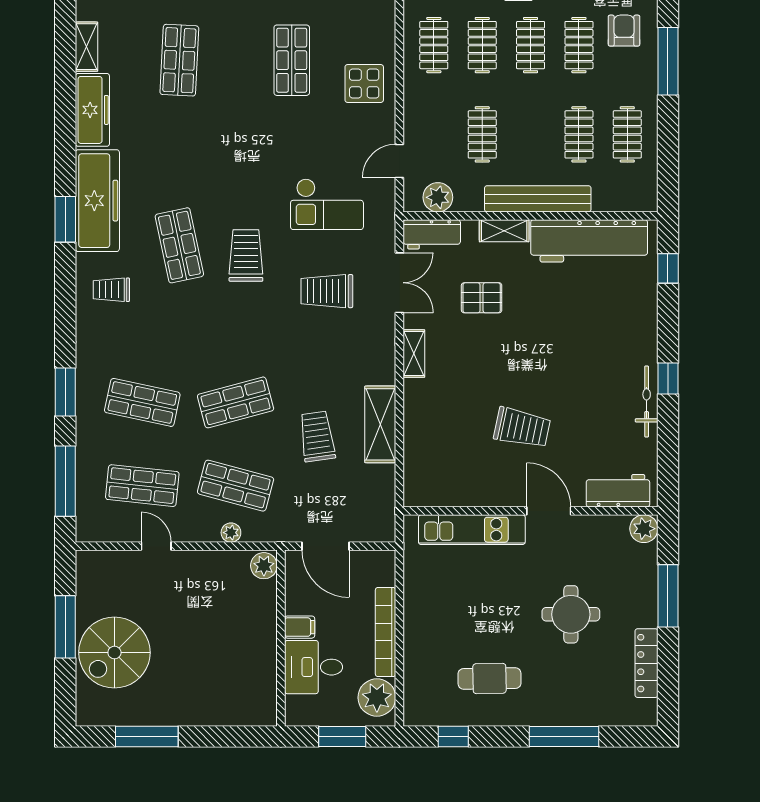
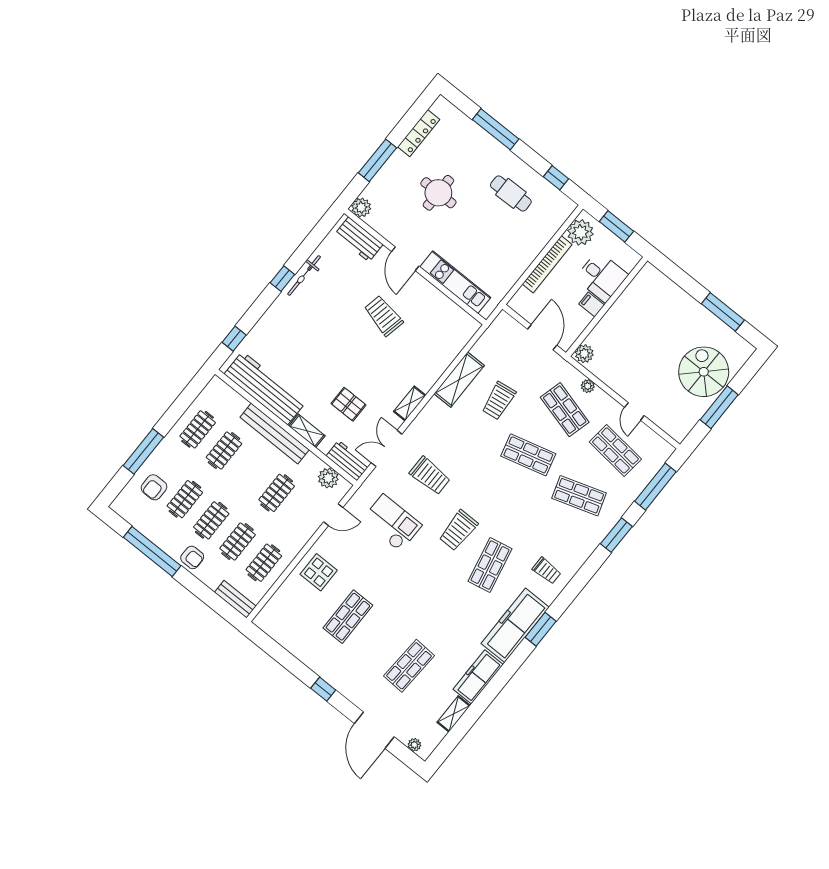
shop shelf: (142, 402) -> (579, 496), turned -30
spiral stairs: (114, 653) -> (704, 372), turned -90

